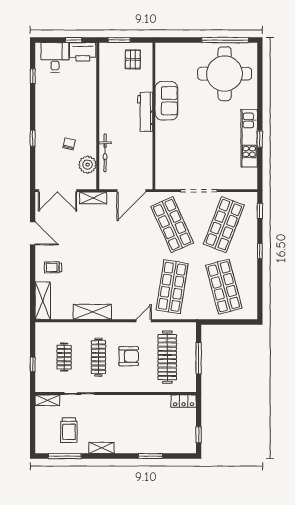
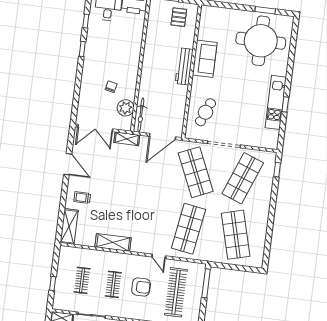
window: (225, 40) -> (265, 10), width x0.47
window: (33, 138) -> (82, 49), moved
bicycle: (105, 153) -> (141, 115), moved
cafe table: (175, 158) -> (206, 112), added
window: (260, 251) -> (272, 206), removed
door: (144, 321) -> (159, 256), swing flipped
clothes rail: (98, 357) -> (113, 284), width x0.73
window: (199, 358) -> (206, 283), moved

